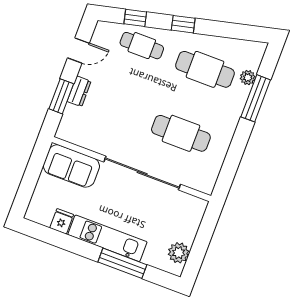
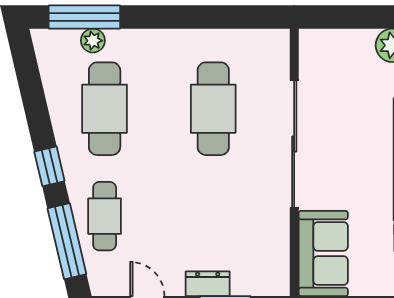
window: (135, 18) -> (67, 241), width x2.17
window: (256, 98) -> (84, 17), moved

